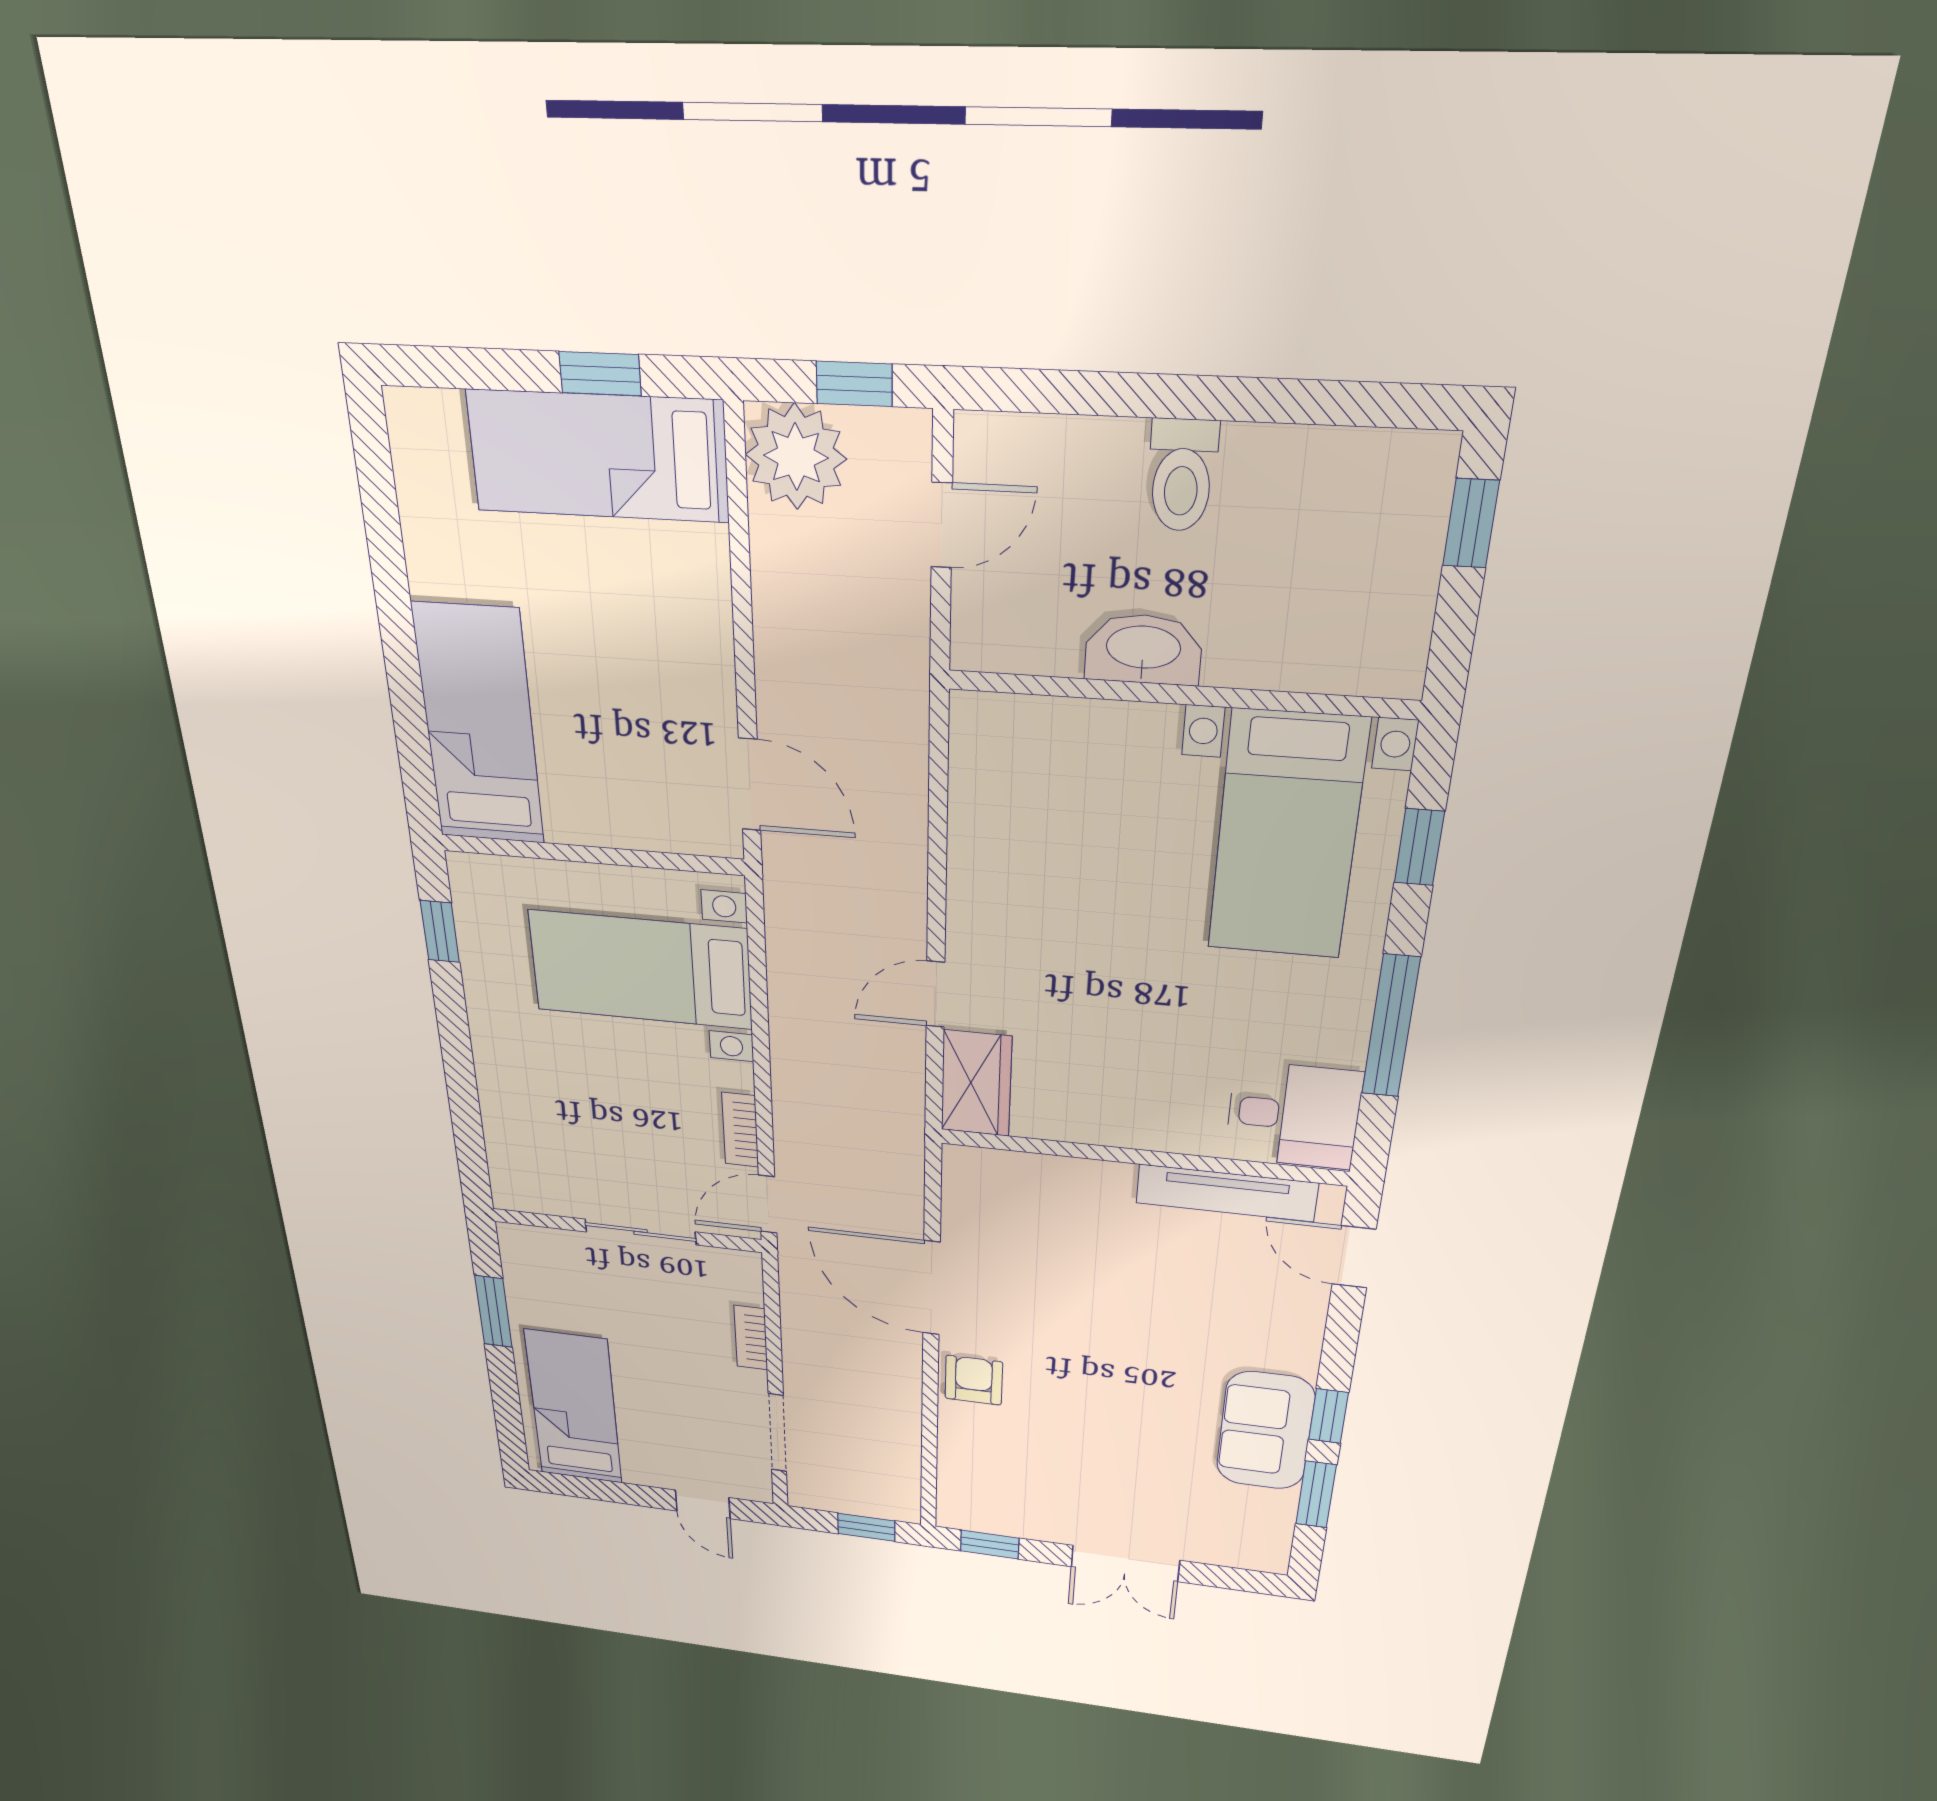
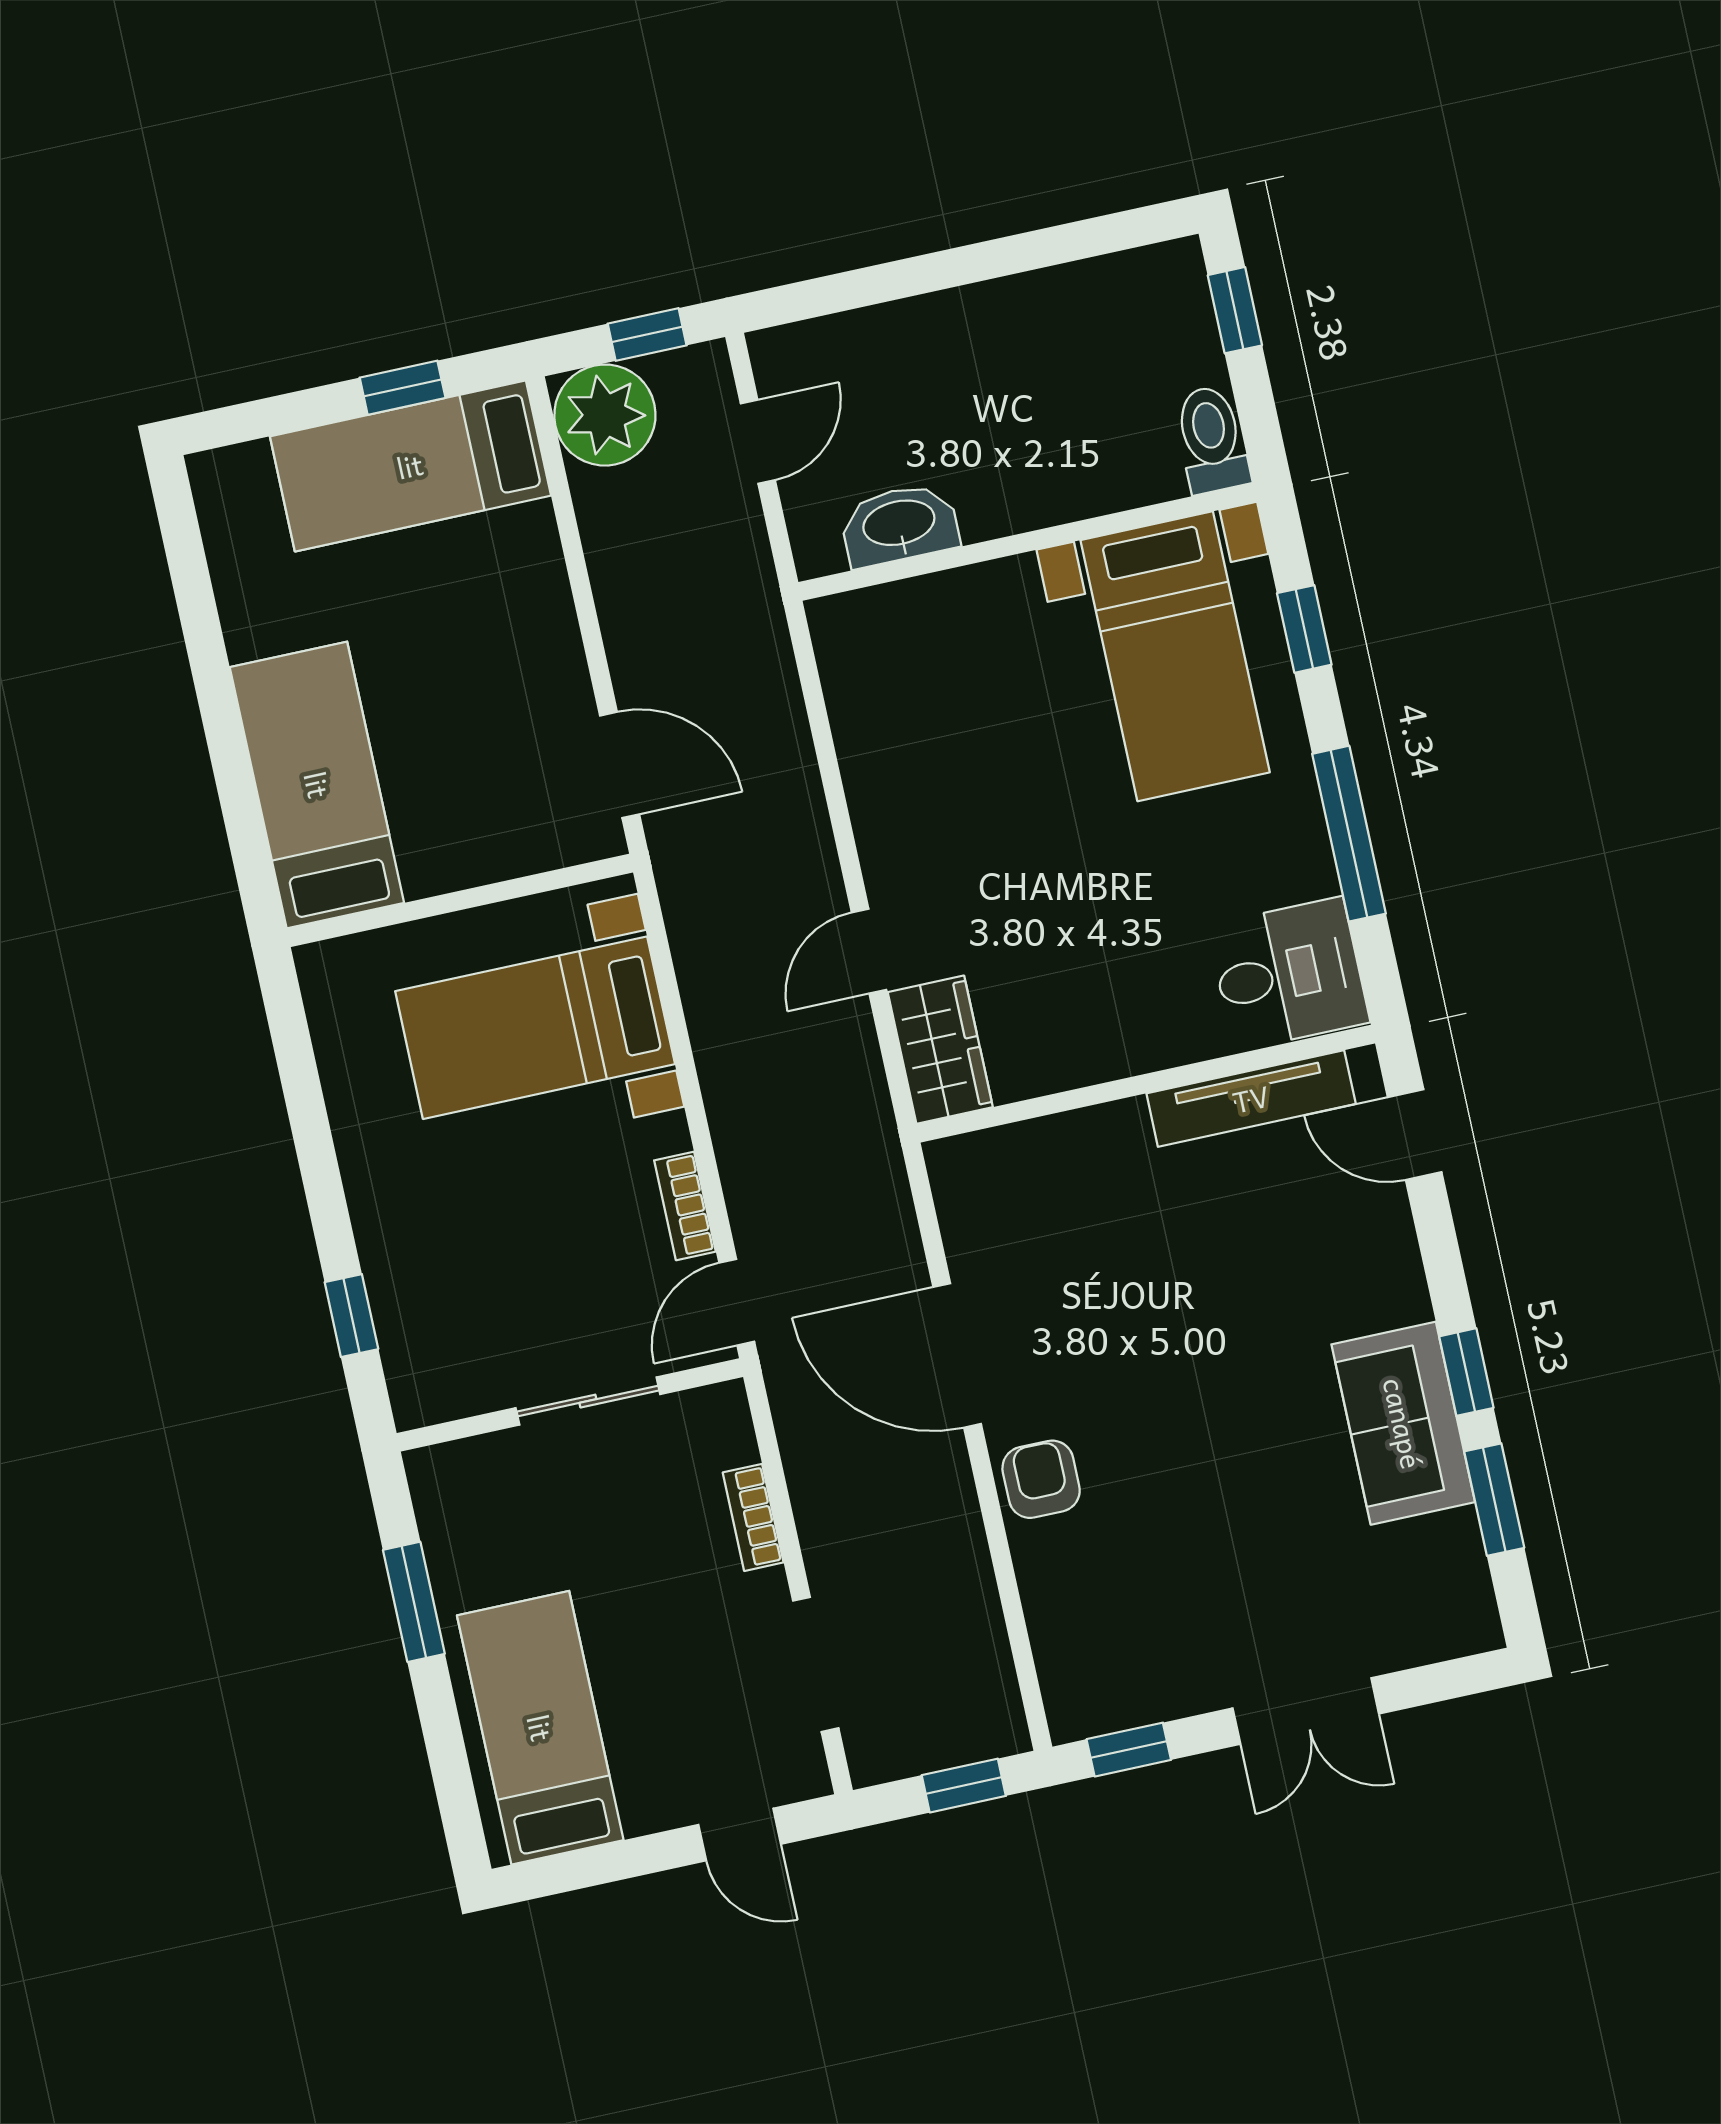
toilet: (1182, 475) -> (1212, 439), moved, turned 180
washbasin: (1143, 649) -> (899, 525), moved
window: (440, 932) -> (351, 1316), moved

